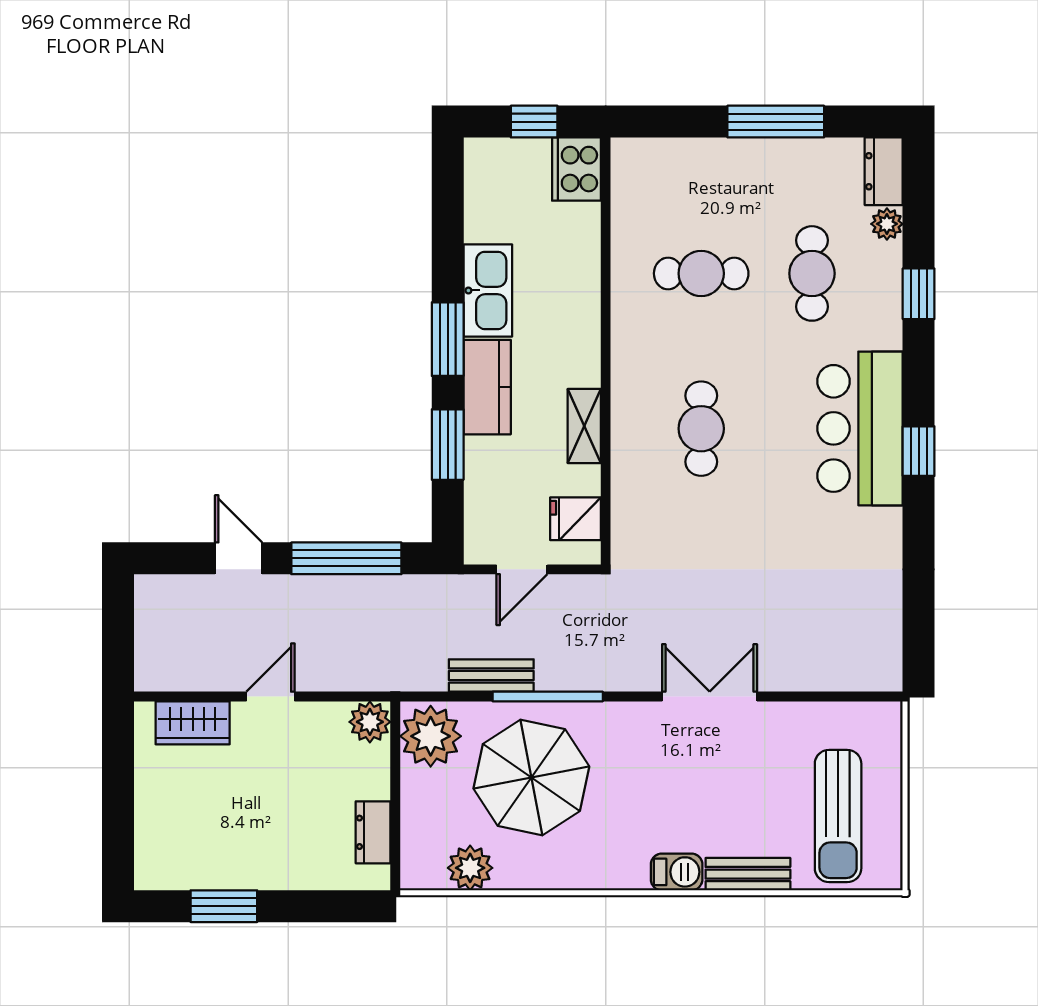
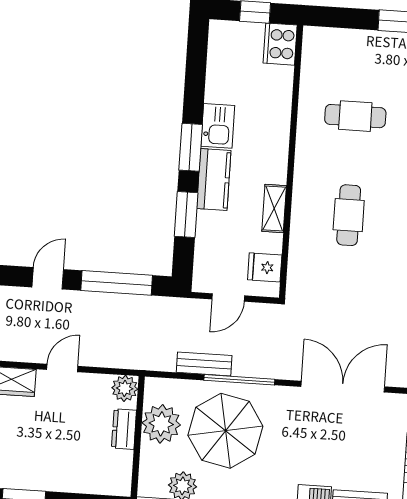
kitchen sink: (488, 290) -> (218, 126), width x0.73
door: (239, 558) -> (48, 278), hinge flipped
double door: (710, 697) -> (343, 387), width x1.37
plant: (431, 736) -> (161, 424), moved
dresser: (373, 832) -> (124, 429), moved

